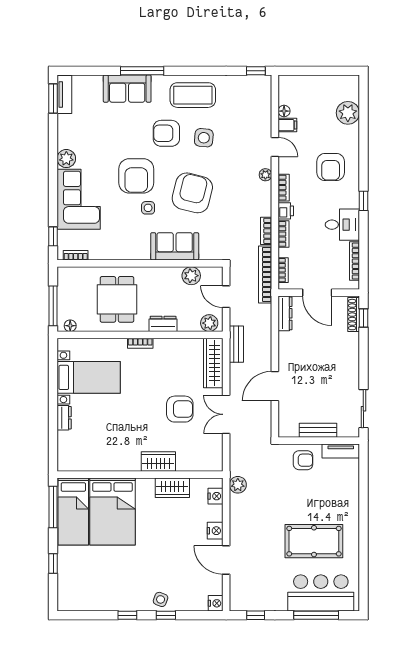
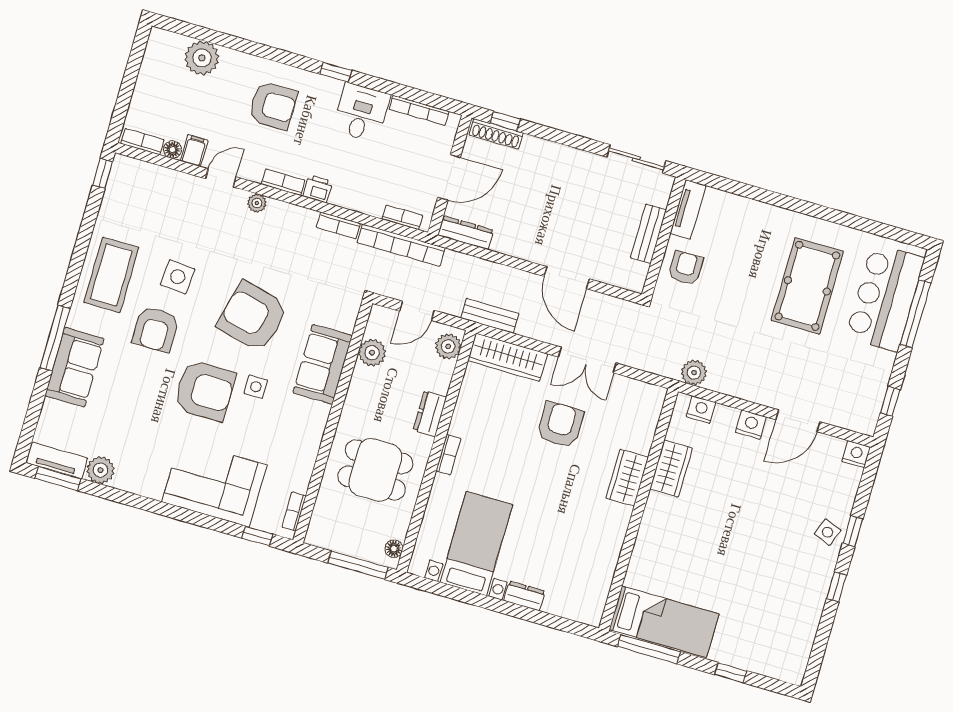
plant: (66, 159) -> (100, 470), moved
bookcase: (284, 234) -> (142, 142), moved
bed: (112, 512) -> (680, 565), removed

